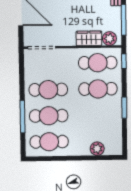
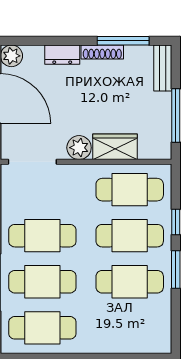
plant: (109, 38) -> (79, 148), moved
window: (124, 61) -> (176, 222), moved
cafe table: (98, 115) -> (130, 282), added
plant: (97, 149) -> (127, 342), removed

